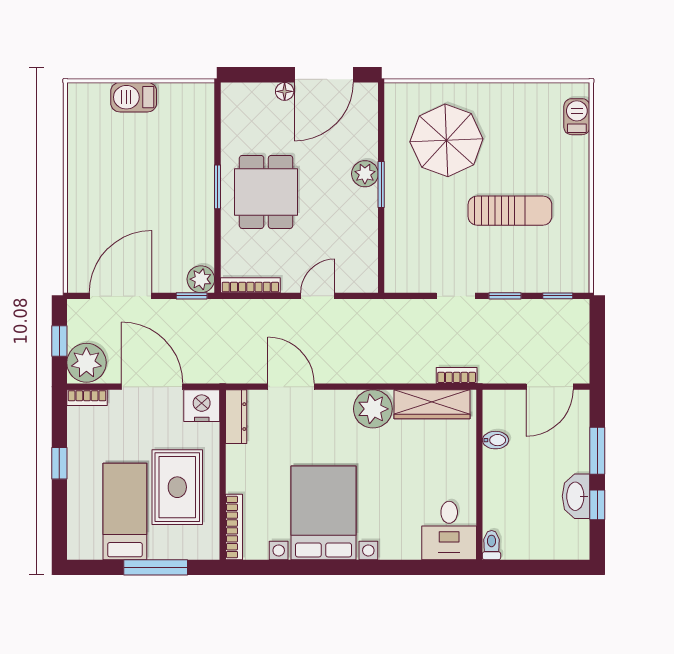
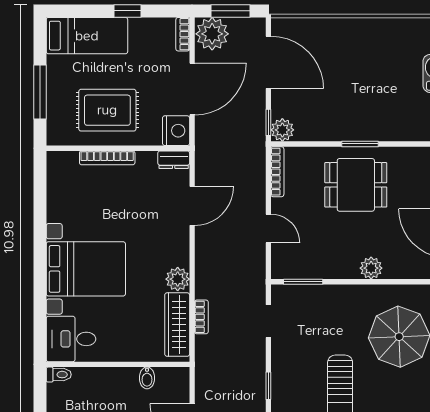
window: (381, 184) -> (303, 282), moved
doorway: (456, 296) -> (268, 321), moved
window: (59, 341) -> (230, 11), width x1.50
bookcase: (457, 375) -> (201, 317), moved
plant: (373, 409) -> (178, 279), width x0.73, depth x0.73
dresser: (236, 417) -> (174, 160), width x0.70
bed: (125, 511) -> (87, 36), moved
bed with nightstands: (323, 513) -> (86, 269), moved
bookcase: (234, 527) -> (107, 158), moved

